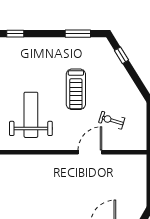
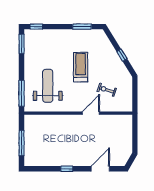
window: (122, 55) -> (122, 55), moved
treadmill: (76, 89) -> (81, 67), turned 180

